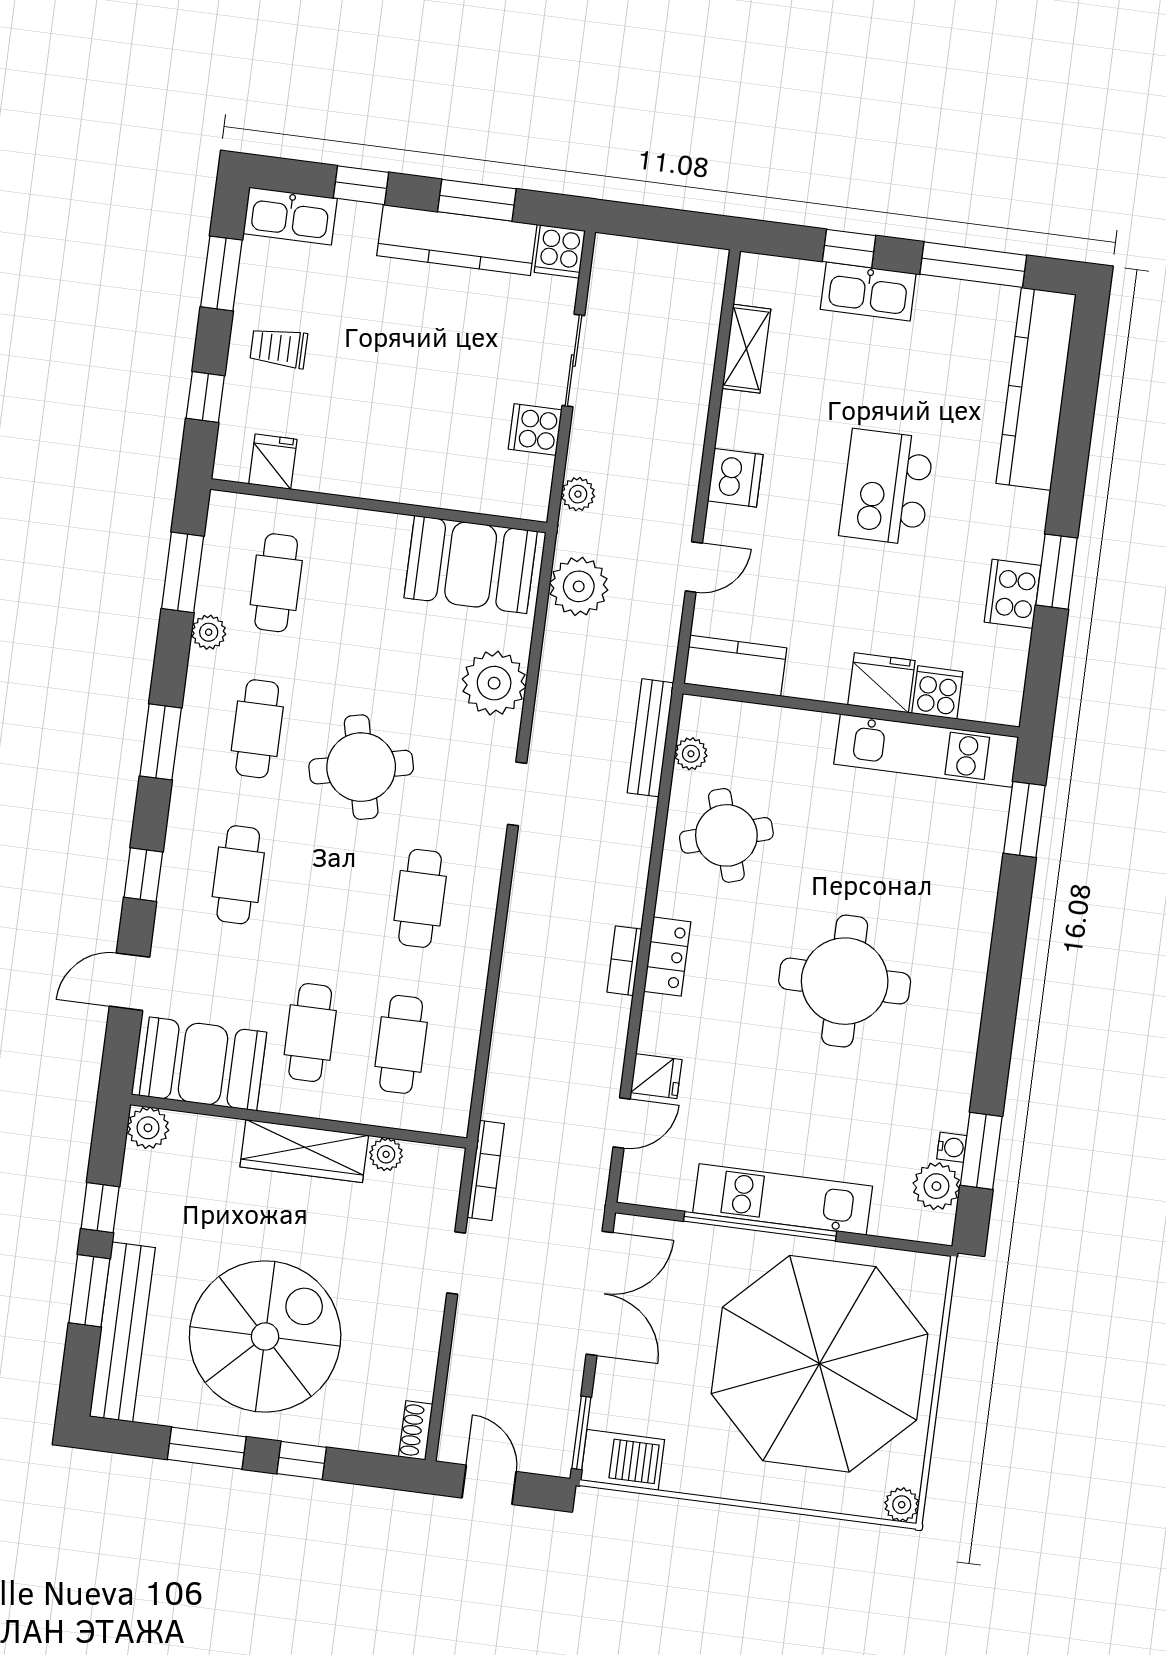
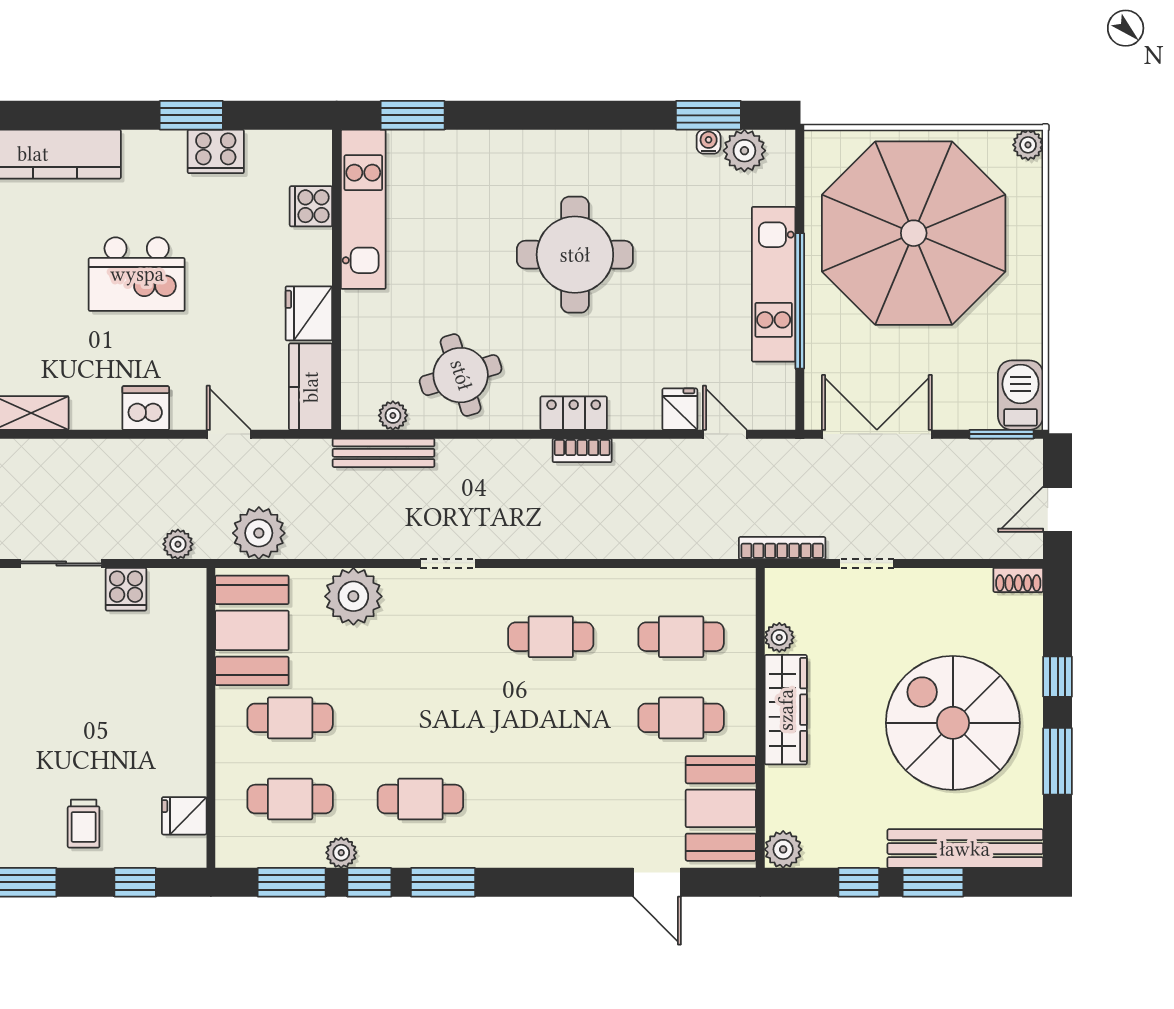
fridge: (881, 683) -> (309, 313), moved
round table: (361, 767) -> (442, 703), removed
window: (143, 875) -> (369, 882), moved
cafe table: (238, 875) -> (290, 718), moved

